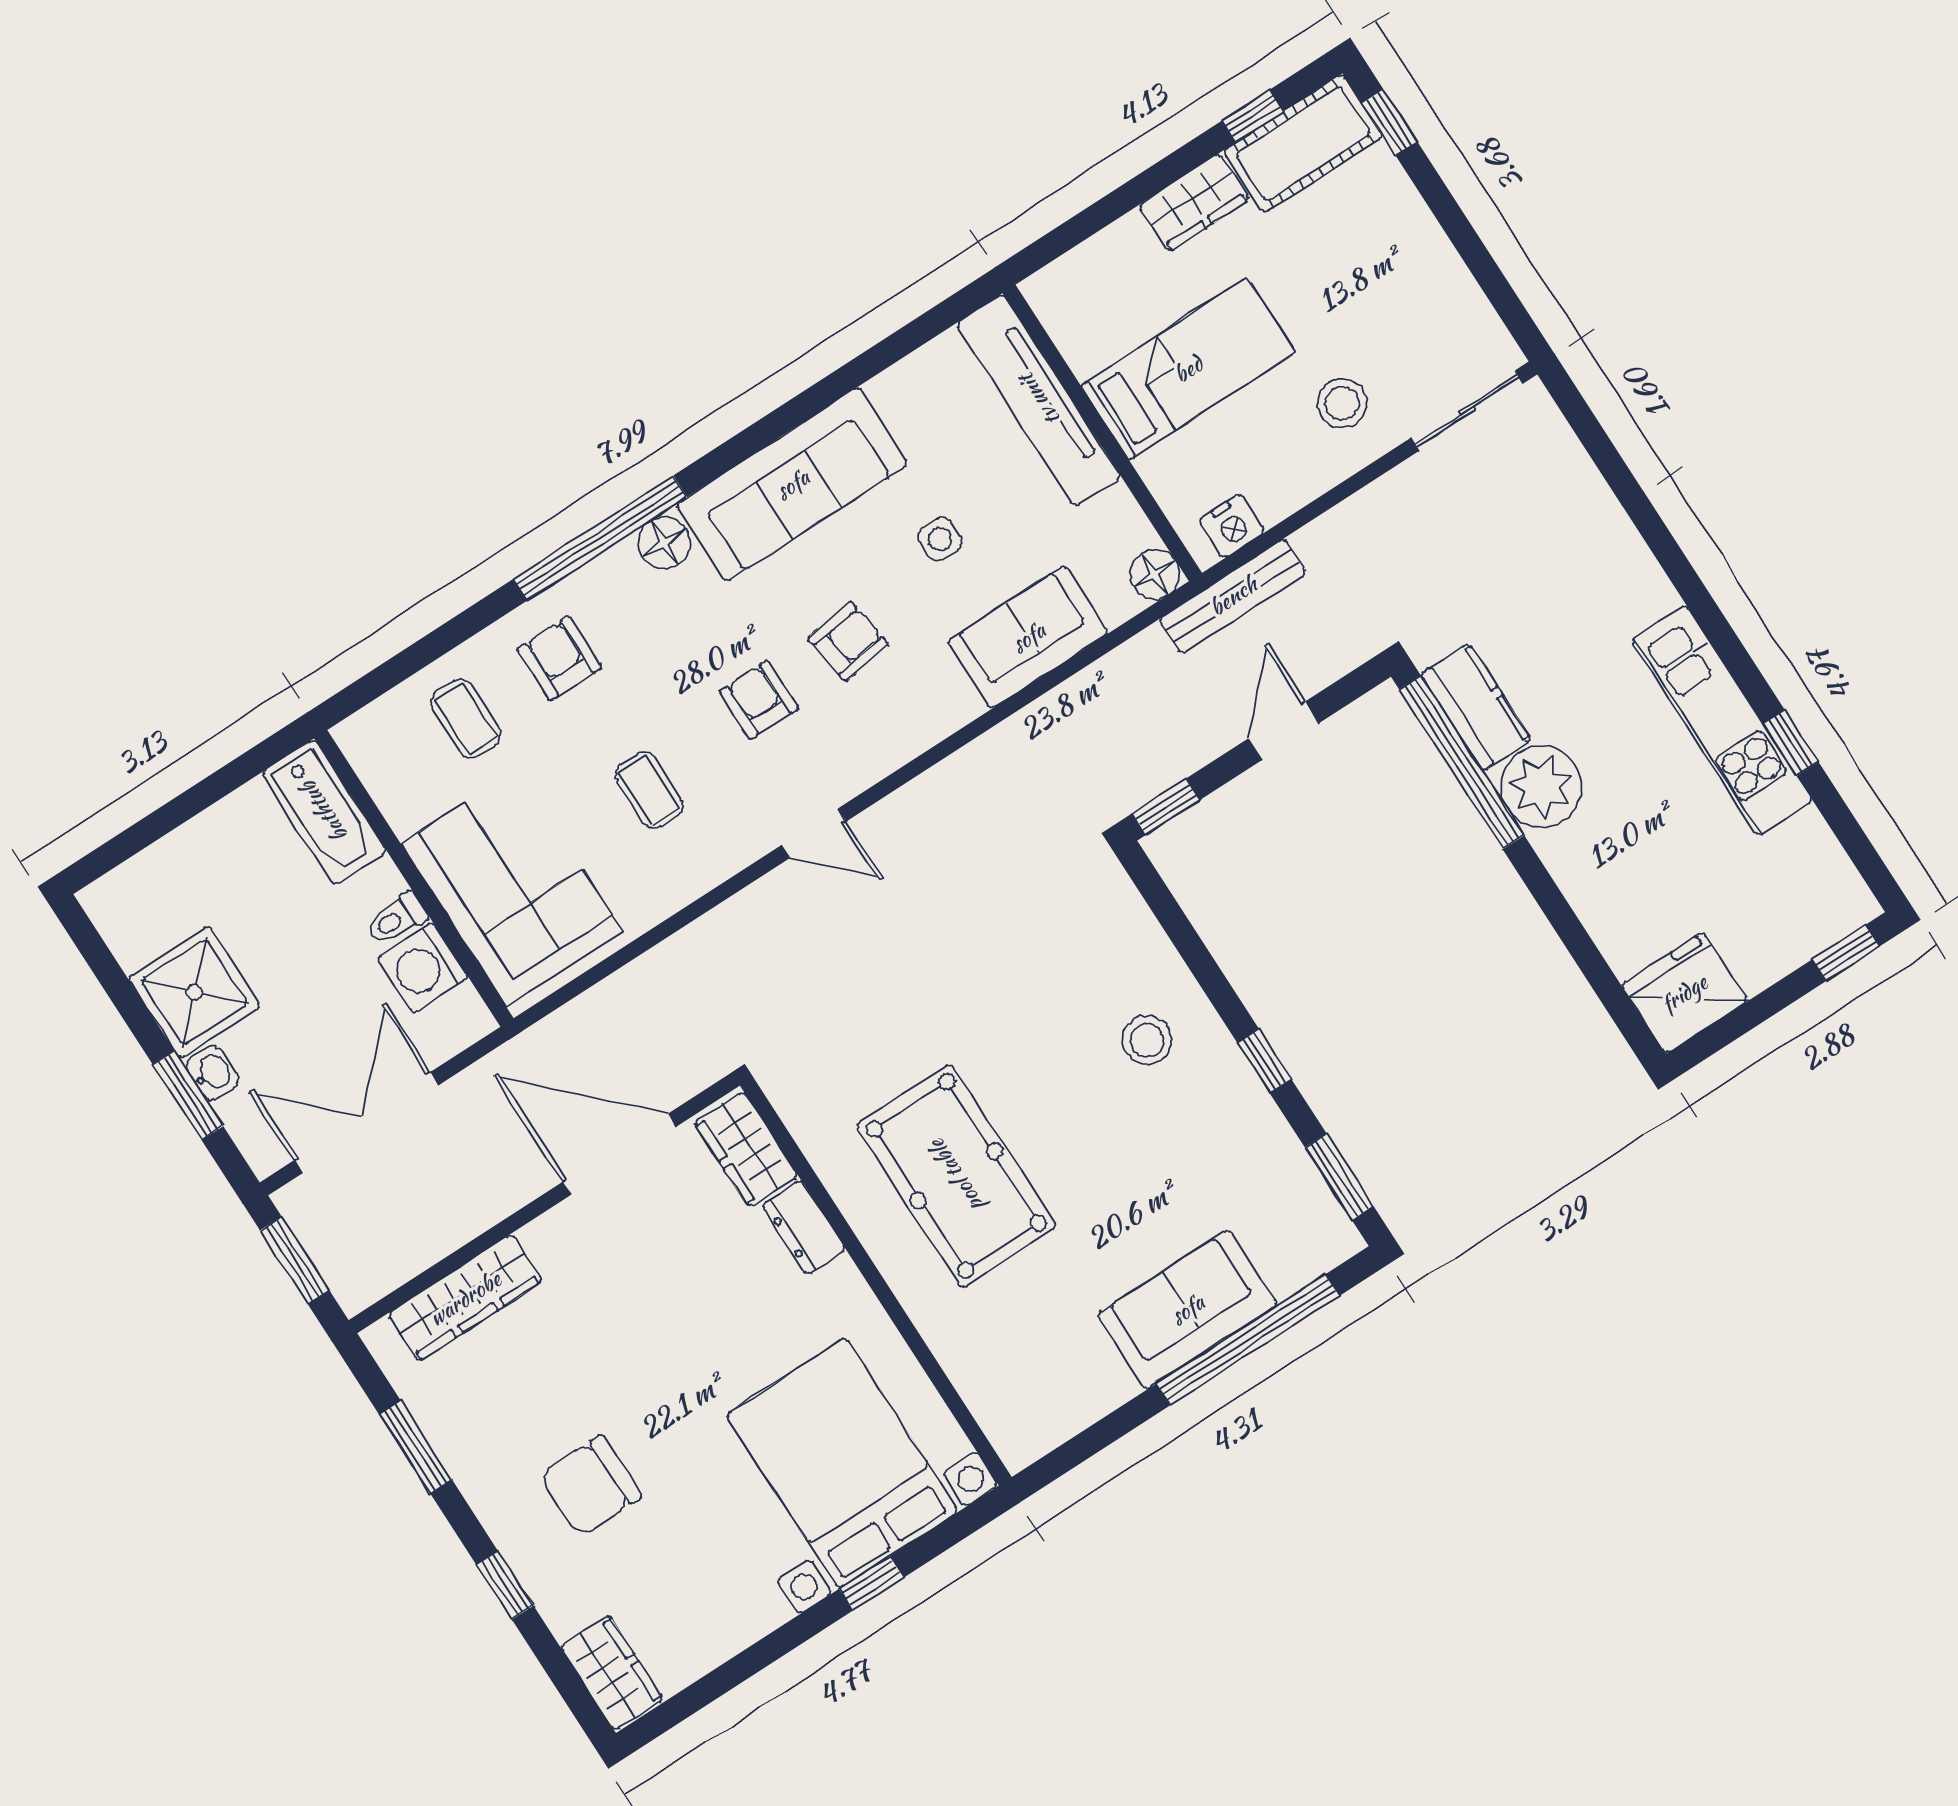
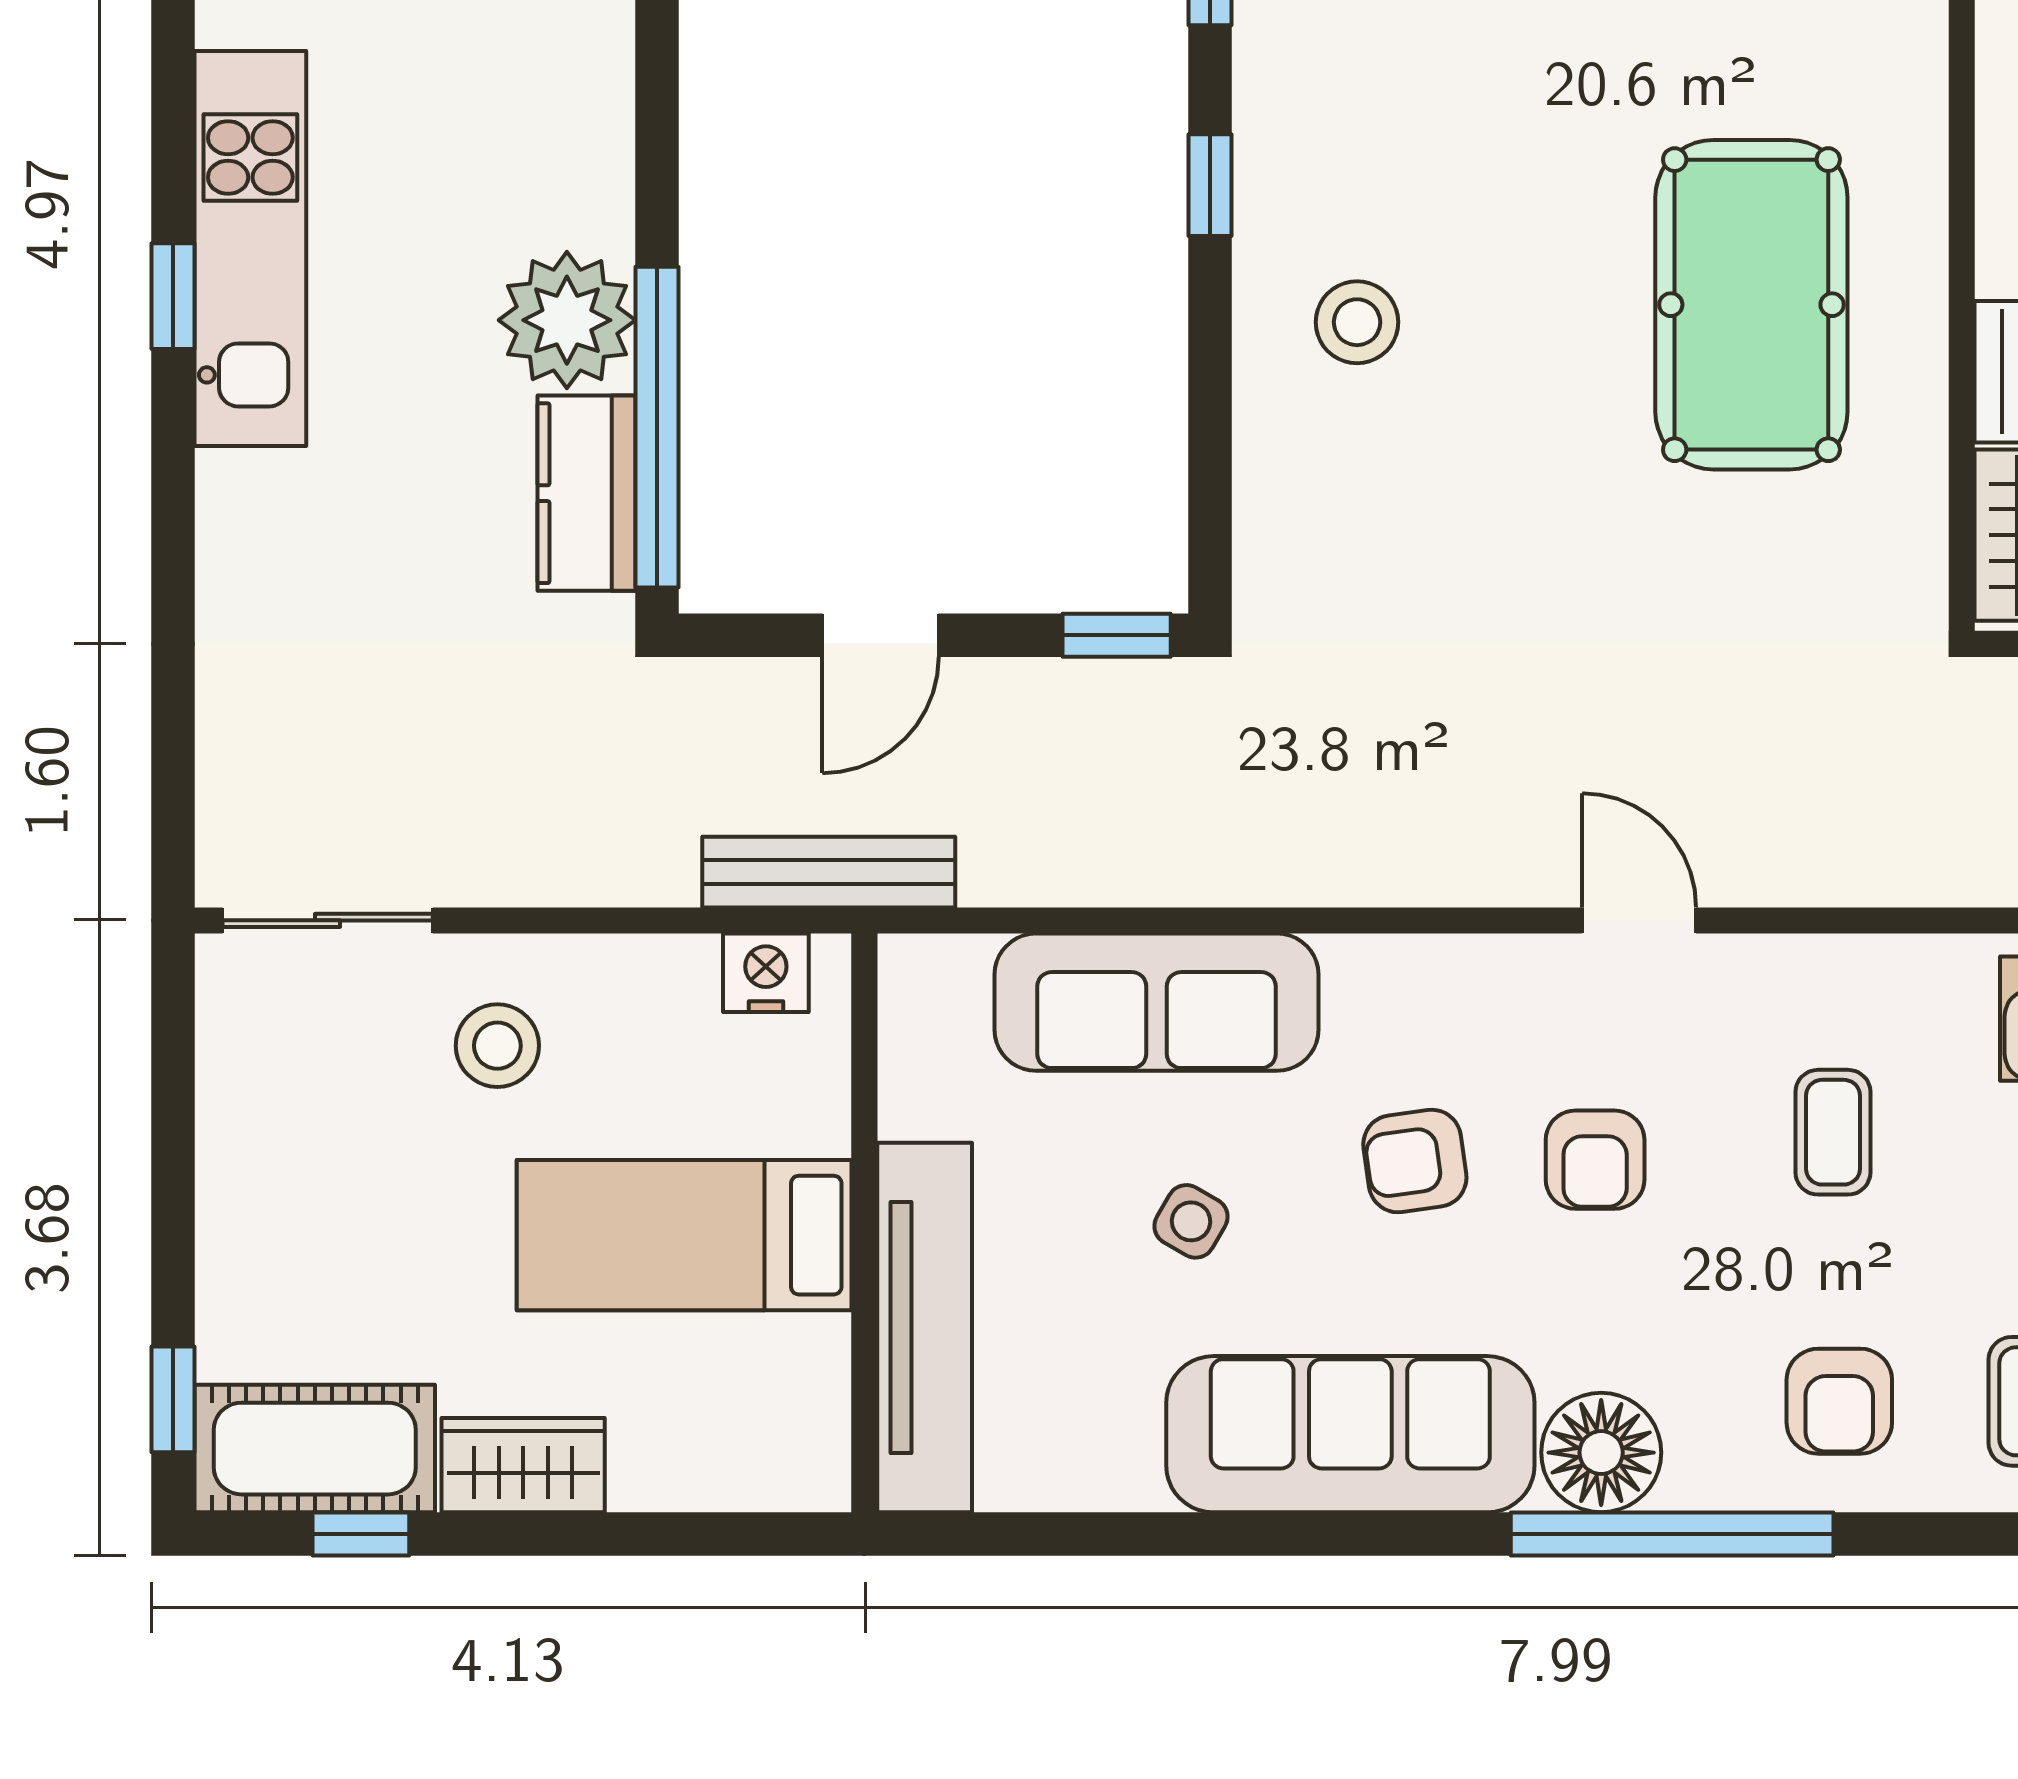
side table: (940, 539) -> (1191, 1221), turned 30
floor lamp: (664, 543) -> (1601, 1453), width x1.38, depth x1.38
floor lamp: (1155, 574) -> (919, 975), removed
sofa: (1028, 637) -> (1157, 1002), width x1.36
window: (1791, 743) -> (173, 296), moved

